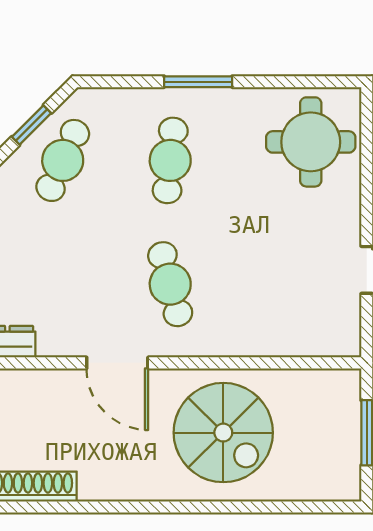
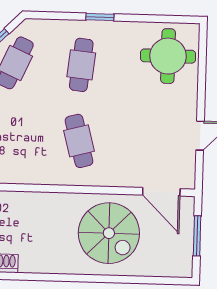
window: (198, 82) -> (100, 17), width x0.67
door: (117, 363) -> (161, 192), moved

